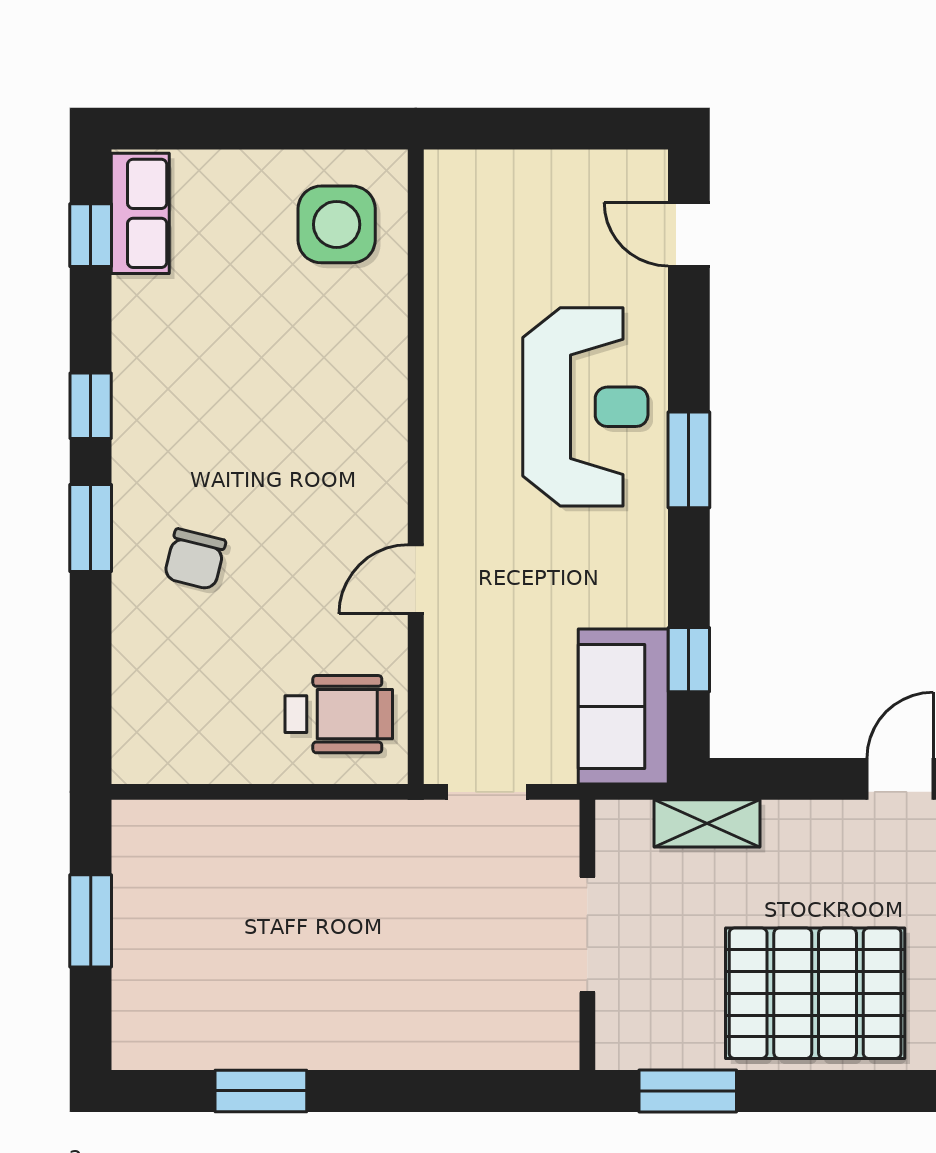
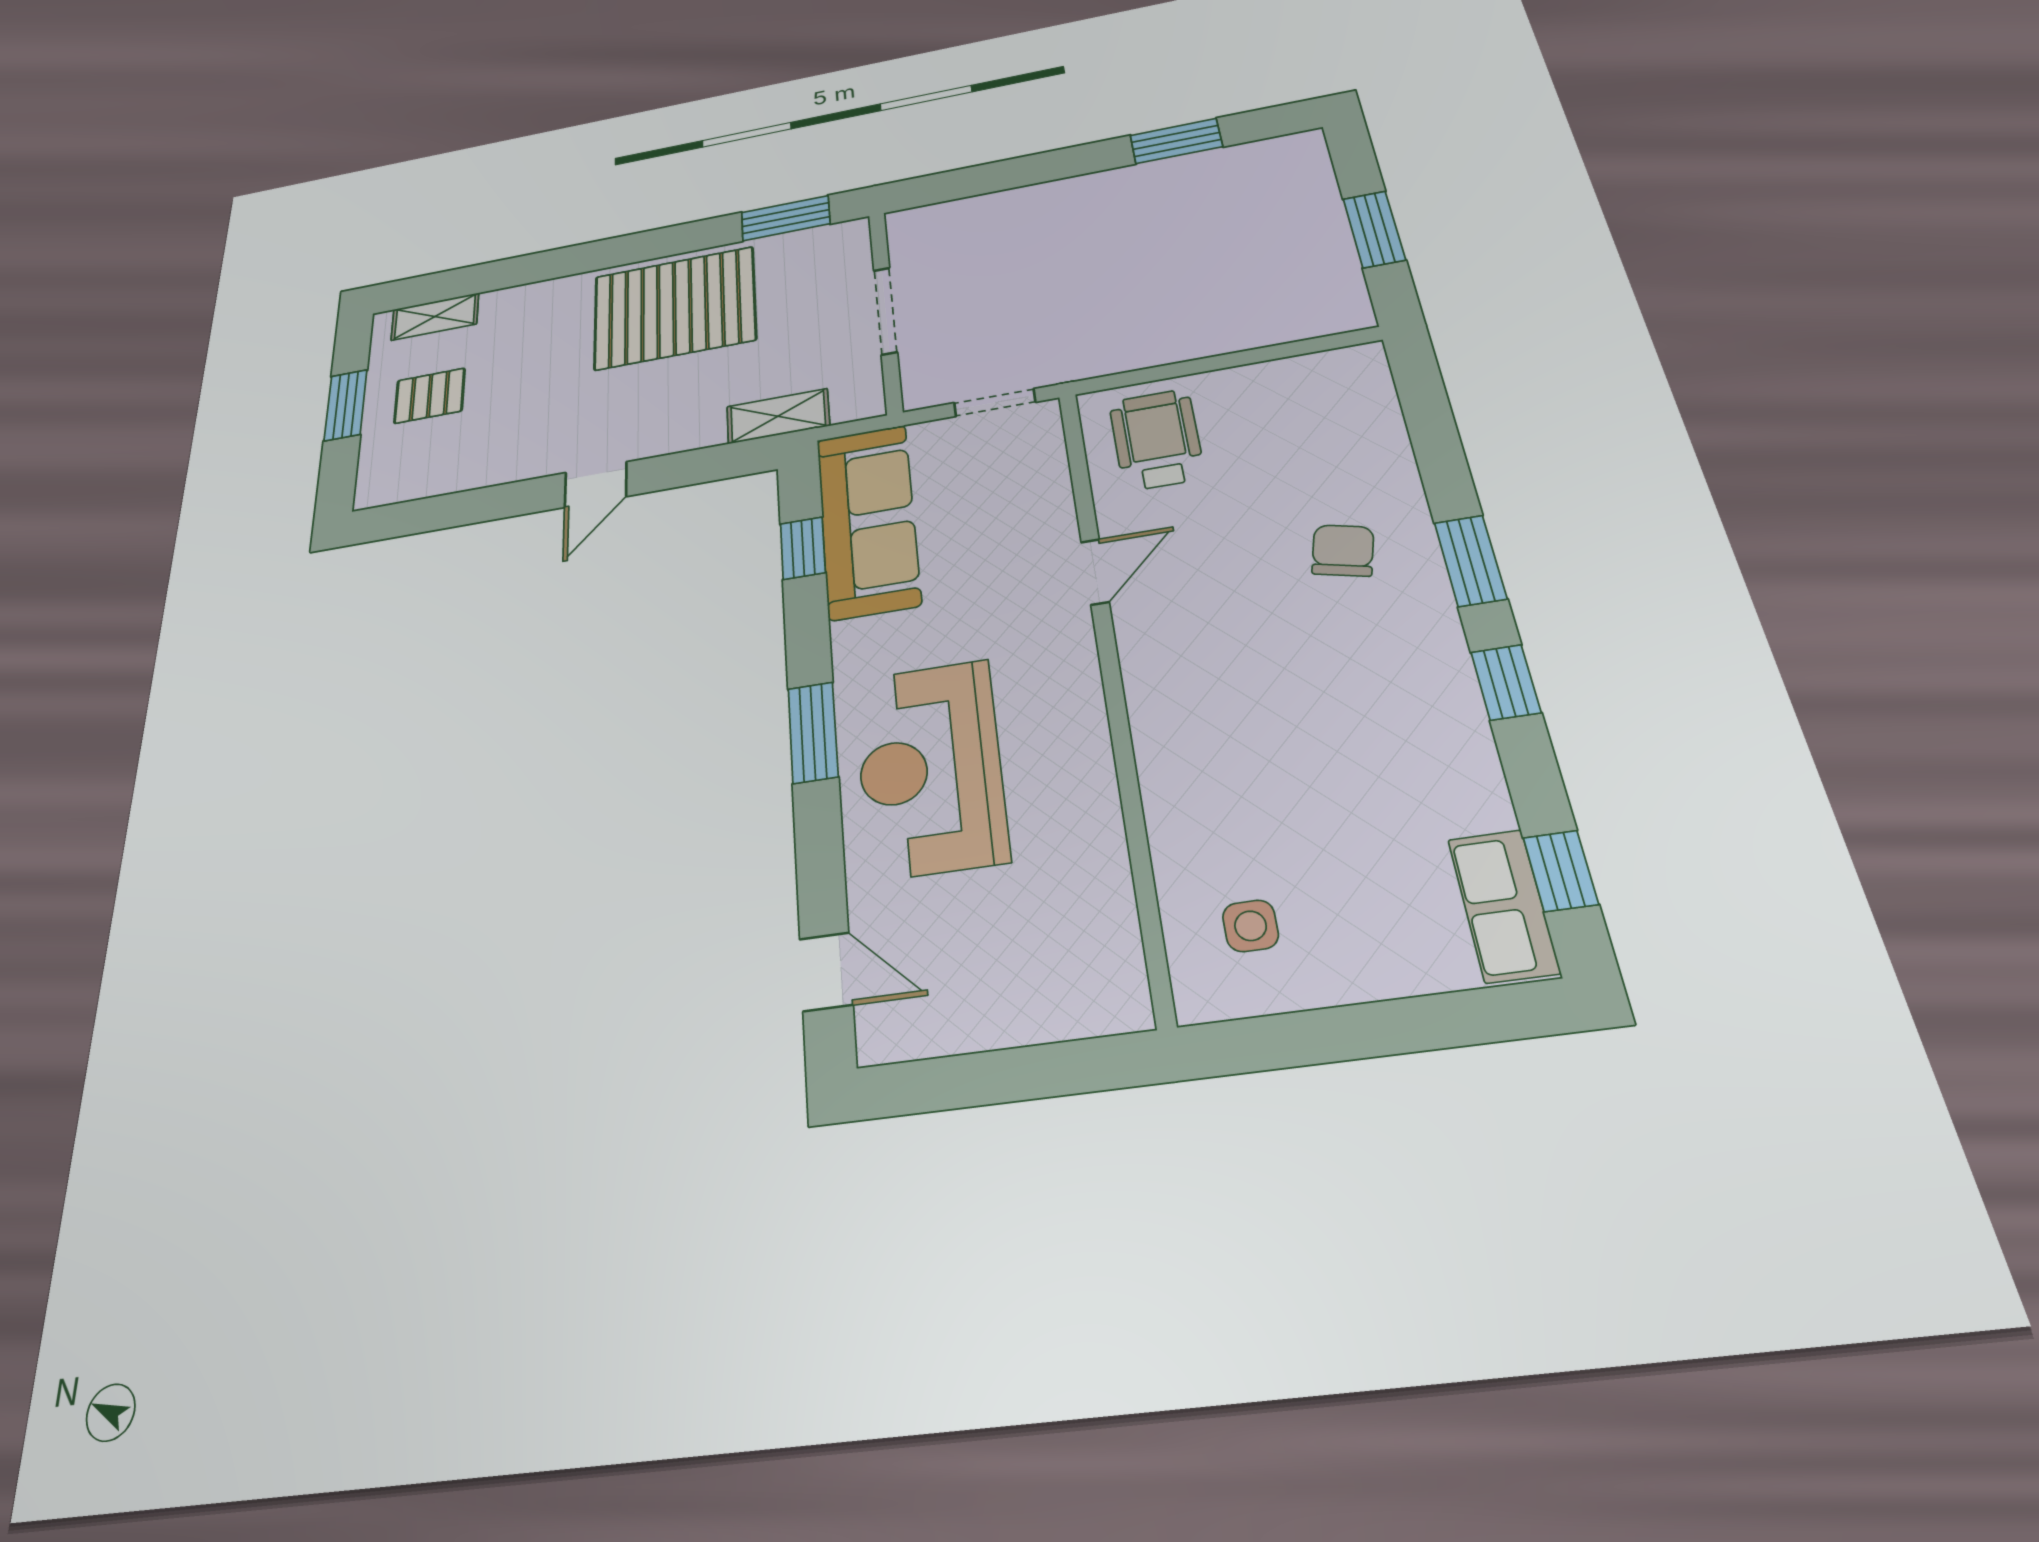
side table: (337, 224) -> (1251, 926), width x0.54, depth x0.54
sofa: (623, 706) -> (868, 520), width x1.36
wheelchair: (339, 714) -> (1157, 440), turned 90

